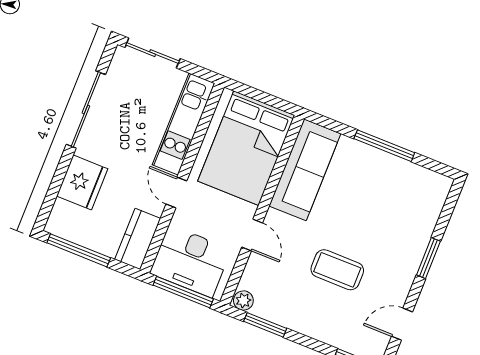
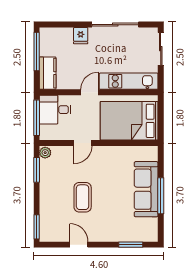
sofa: (305, 170) -> (146, 189), moved, turned 90
fridge: (82, 182) -> (81, 36), width x0.53, depth x0.75
kitchen counter: (138, 239) -> (48, 73), moved, turned 90
window: (428, 258) -> (131, 245), moved
desk: (190, 261) -> (55, 110), width x0.73
door: (402, 324) -> (79, 245), moved

